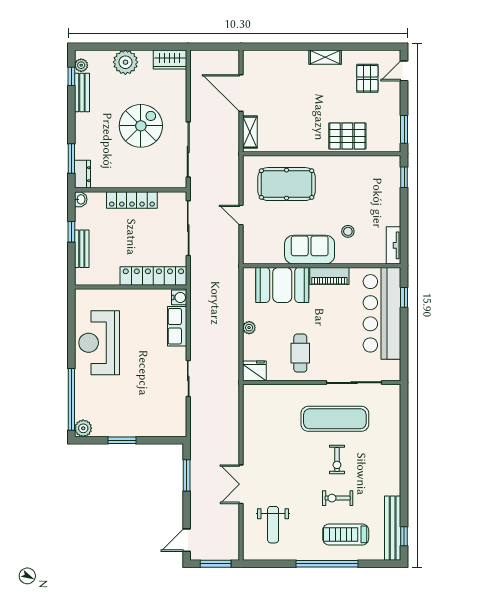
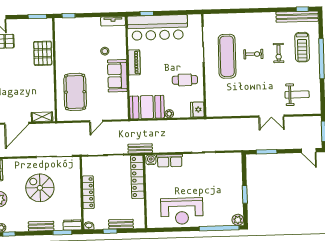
bench: (82, 92) -> (41, 226), moved
bench: (197, 282) -> (140, 148), added
booth: (282, 285) -> (147, 107), moved, turned 90

